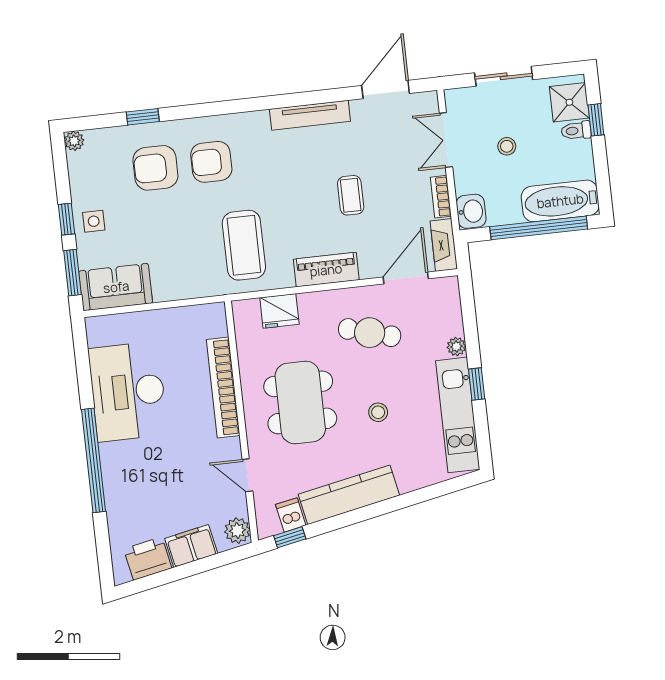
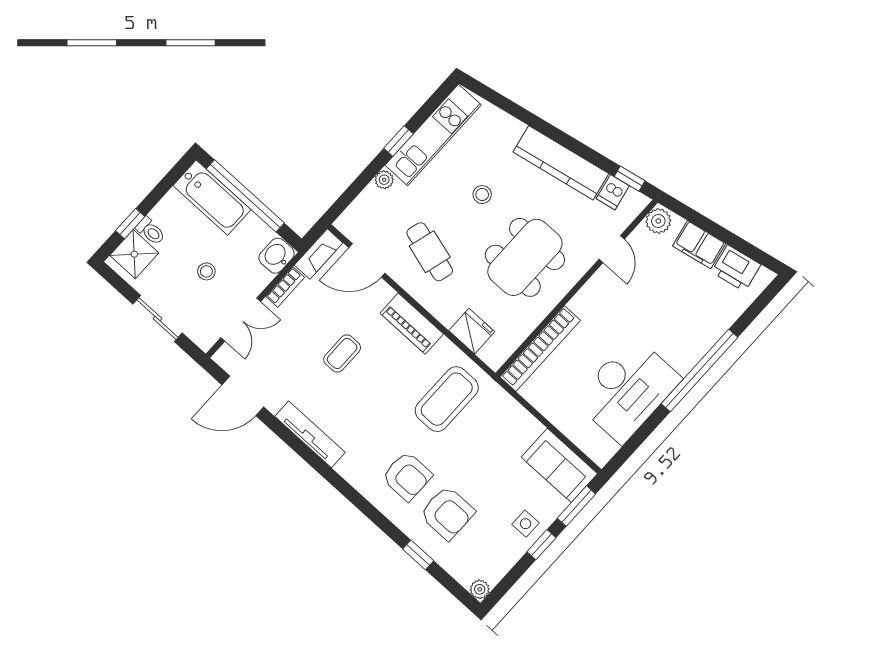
bookcase: (223, 388) -> (540, 349), moved

